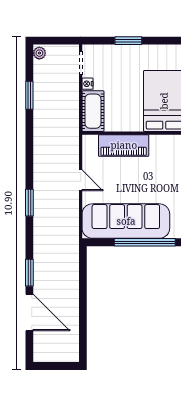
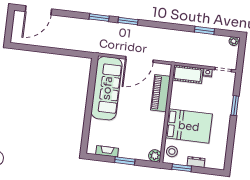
door: (81, 180) -> (139, 59), width x1.88
window: (145, 242) -> (90, 100), removed
window: (29, 273) -> (99, 18), moved
door: (29, 312) -> (38, 10), moved

